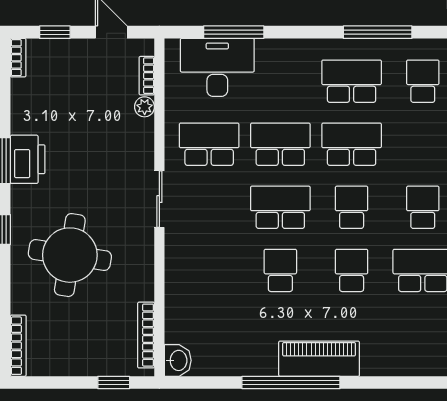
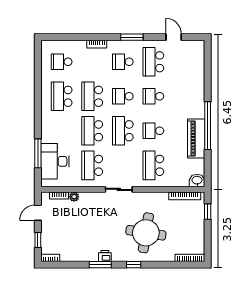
window: (378, 32) -> (38, 84), removed
printer: (28, 159) -> (105, 256), width x0.53, depth x0.68
school desk: (209, 270) -> (153, 165), added
piano: (319, 359) -> (196, 138), moved

